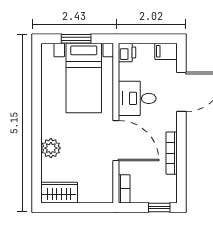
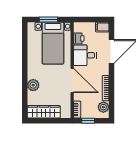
printer: (127, 52) -> (79, 38), moved
plant: (168, 185) -> (103, 107), added
wardrobe: (59, 193) -> (44, 112), width x1.50
window: (159, 207) -> (88, 121), moved

